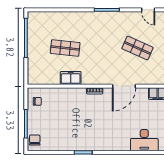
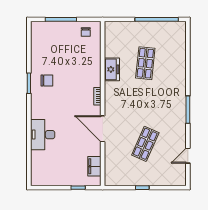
chair: (35, 140) -> (47, 80), moved
desk: (144, 140) -> (43, 135), moved

